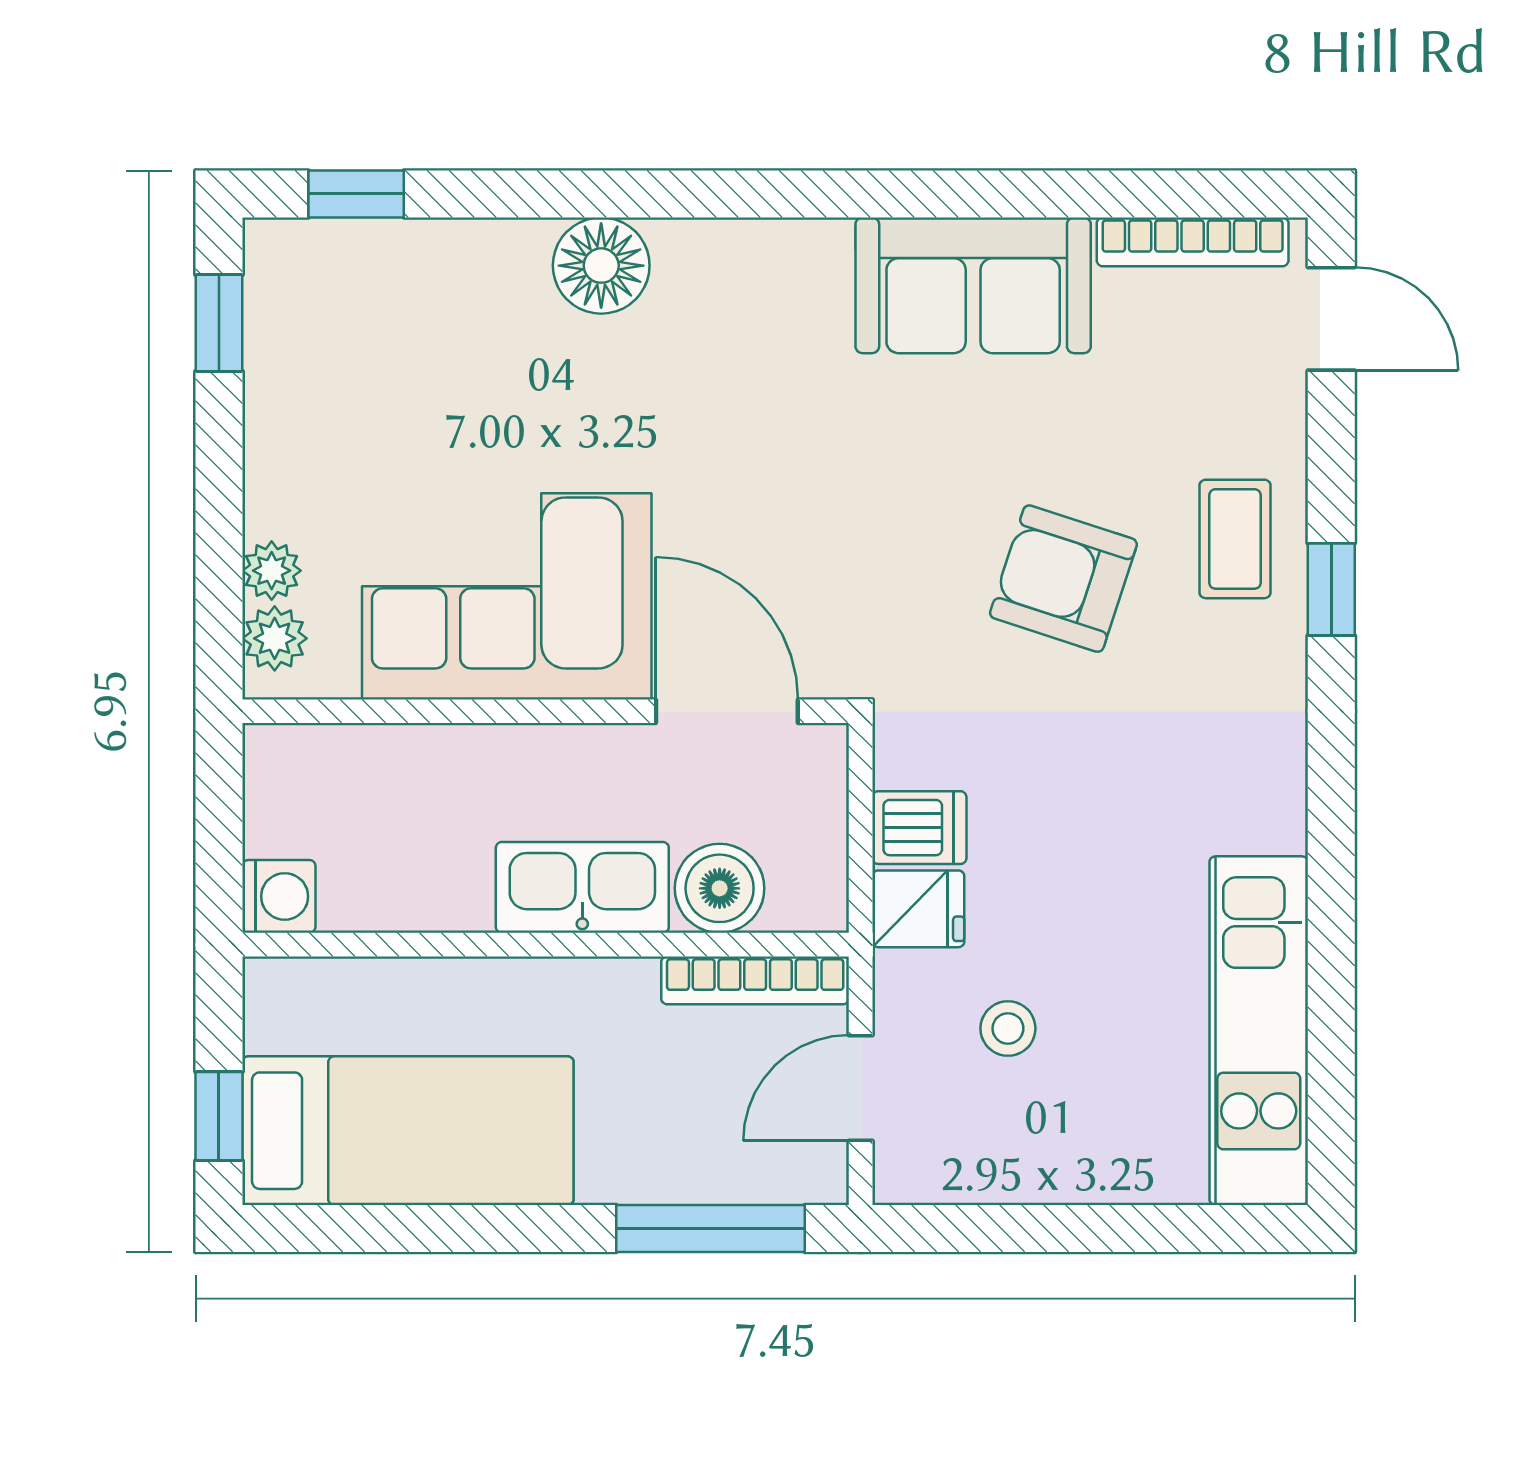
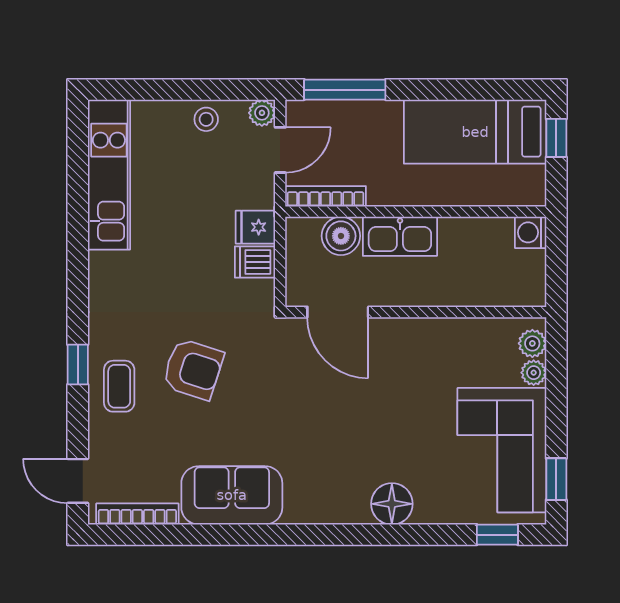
corner sofa: (507, 596) -> (502, 450), moved, turned 90
stool: (1008, 1028) -> (206, 119), moved
plant: (903, 1174) -> (262, 113), added

